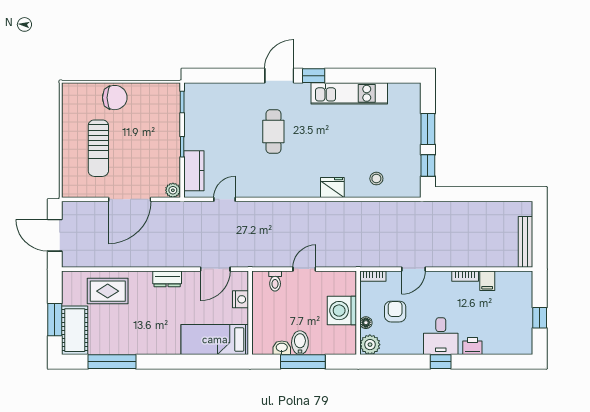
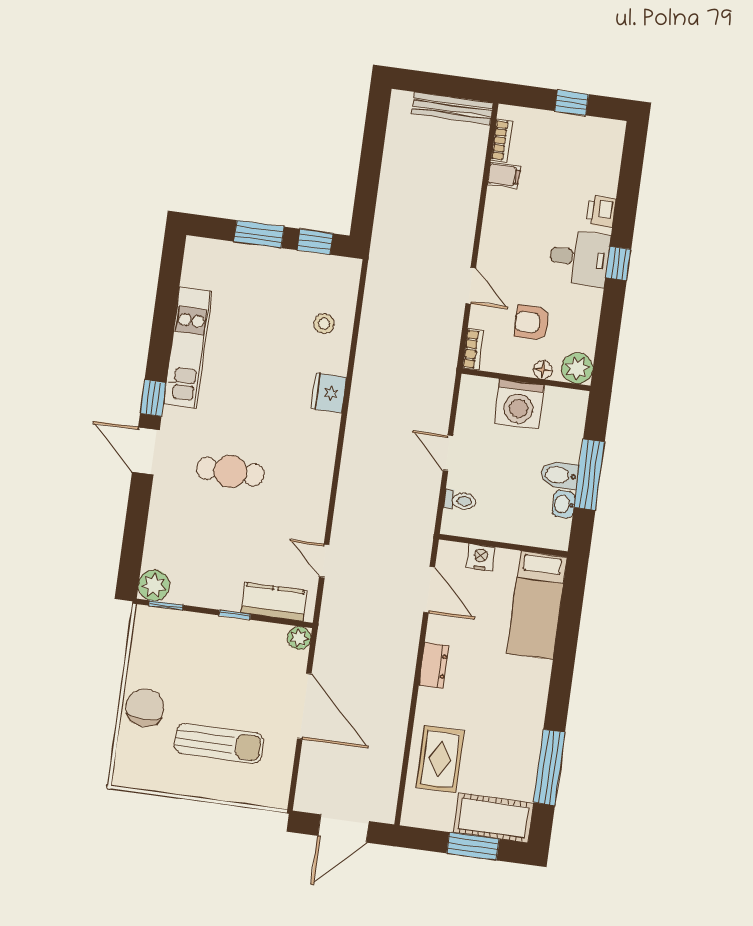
plant: (194, 93) -> (154, 585), added
bookcase: (465, 276) -> (502, 141), moved

